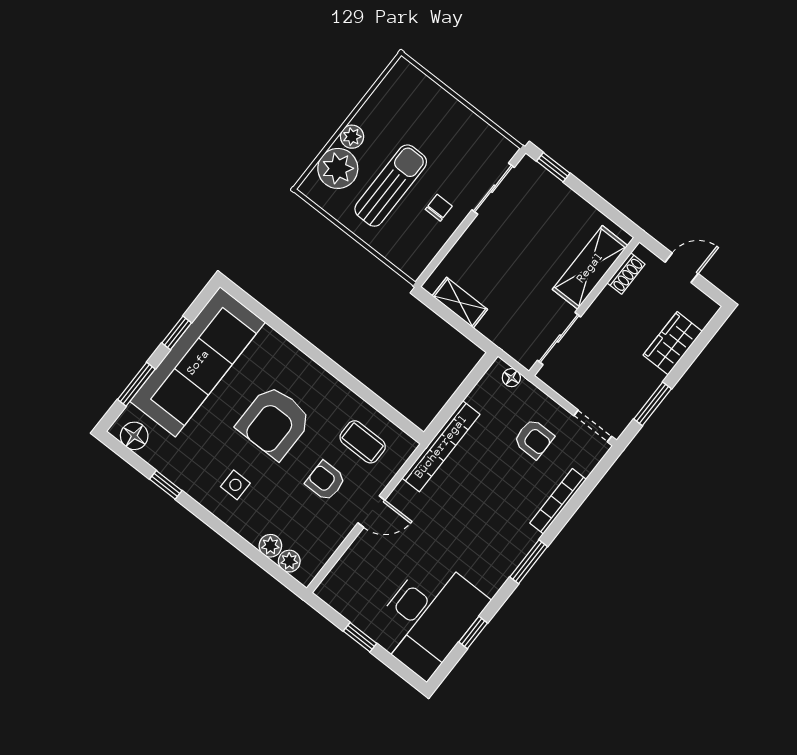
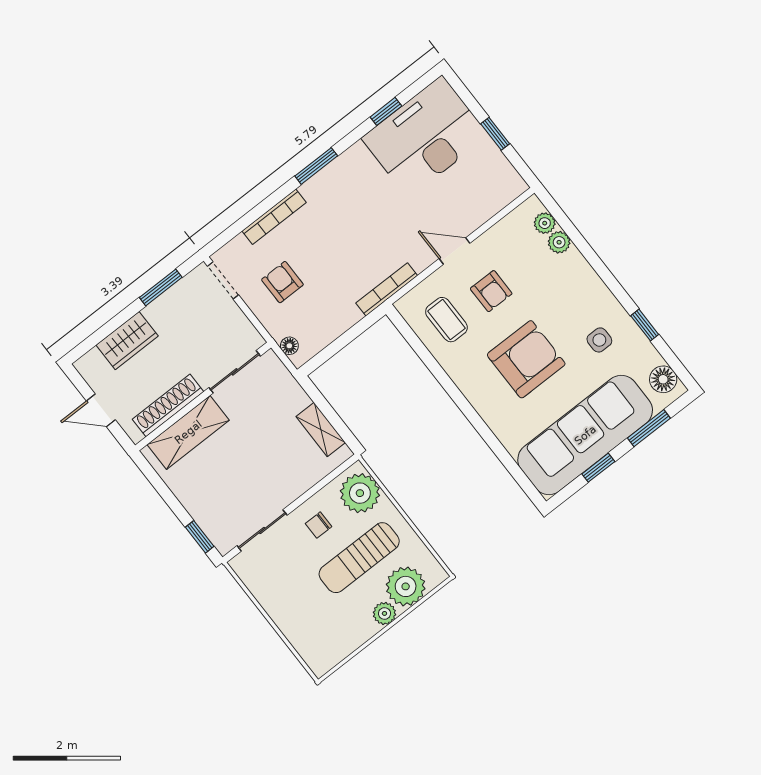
plant: (406, 249) -> (360, 493), added
shoe rack: (626, 273) -> (168, 405), width x1.94, depth x1.24
bookcase: (441, 446) -> (387, 289), width x0.68, depth x0.76
side table: (235, 485) -> (599, 340), moved

